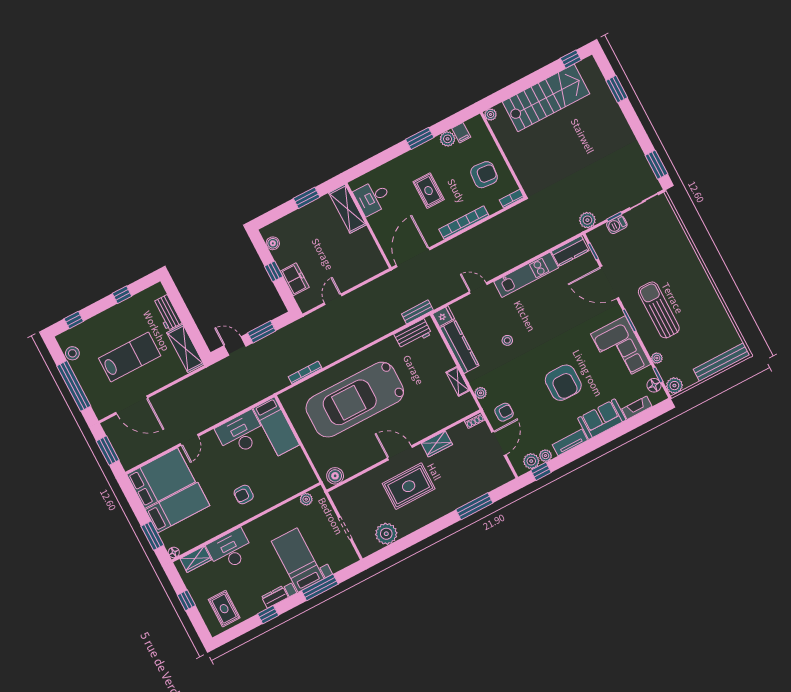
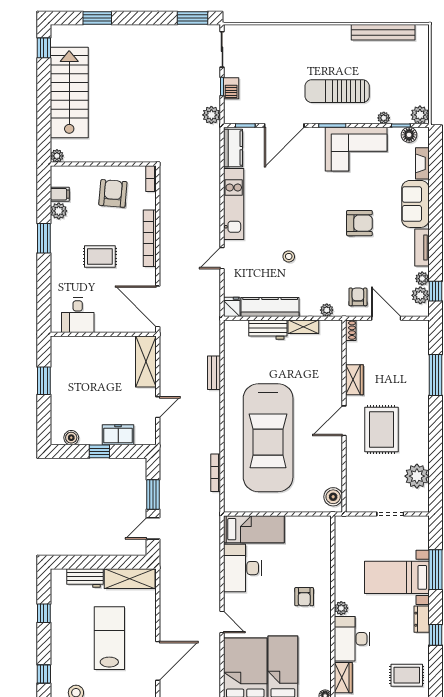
shelving: (347, 209) -> (146, 361), moved, turned 90
door: (333, 299) -> (158, 407), swing flipped
bench: (417, 312) -> (214, 373), moved
workbench: (413, 334) -> (268, 330), moved, turned 90
bench: (722, 362) -> (383, 32), moved, turned 90
armchair: (563, 383) -> (359, 223), width x0.73, depth x0.73
plant: (306, 499) -> (341, 608), moved

